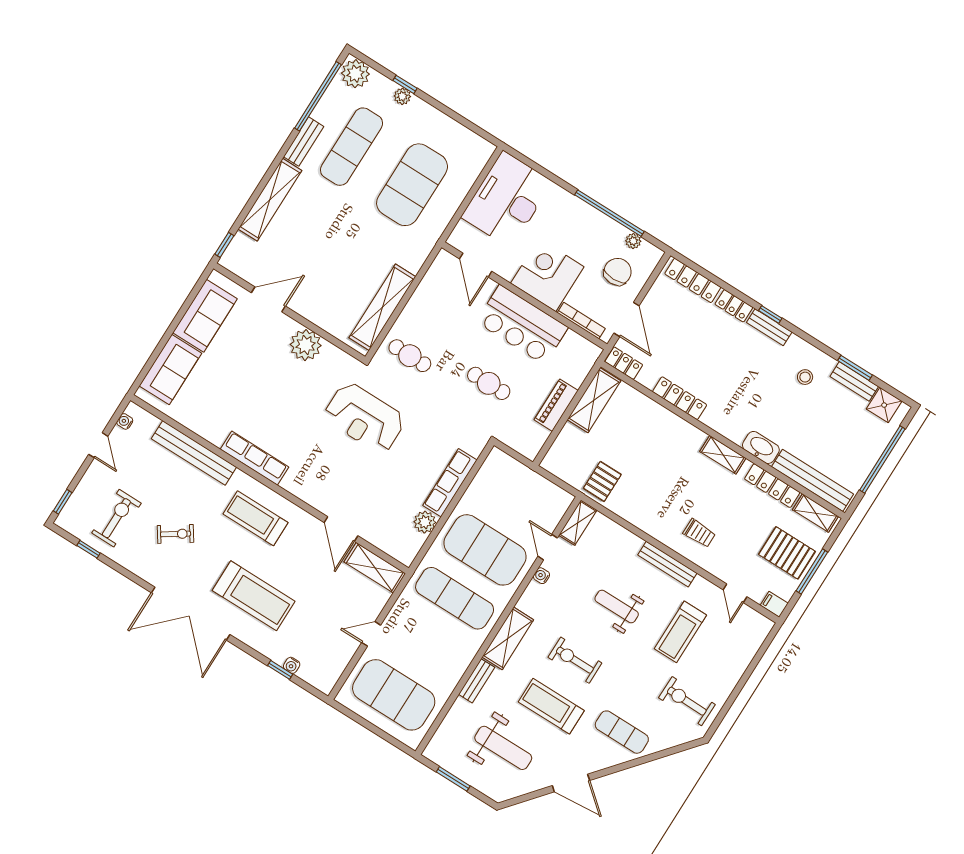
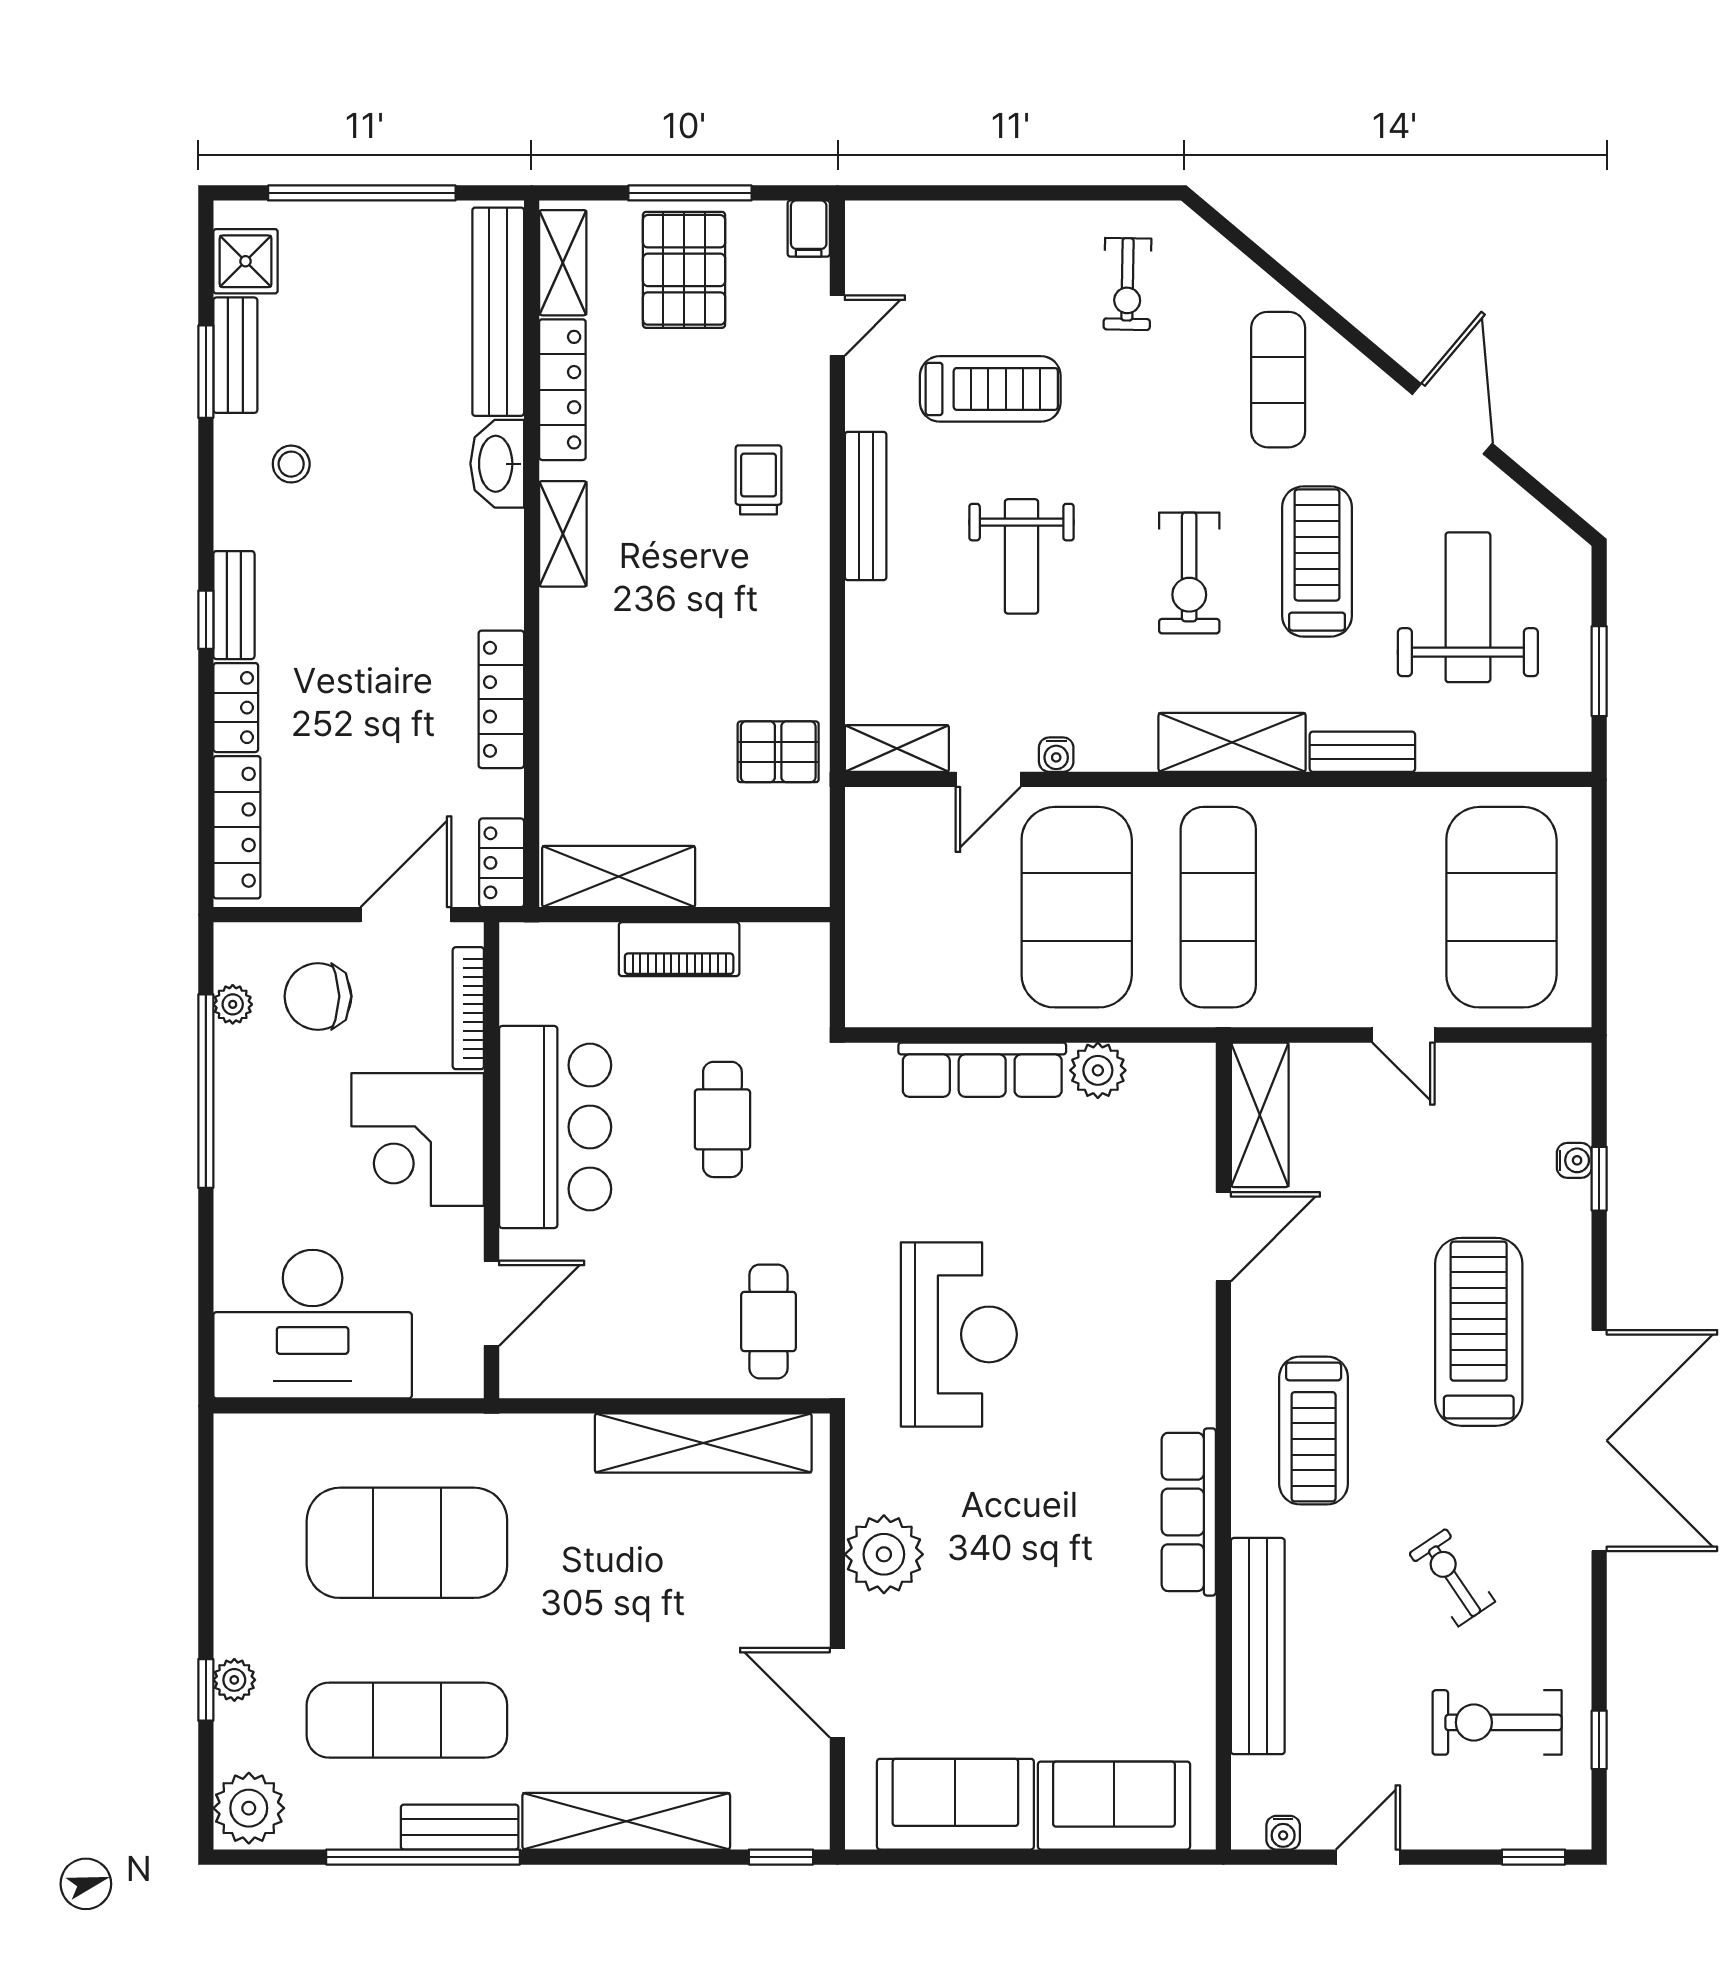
window: (318, 96) -> (423, 1857), moved
exercise bike: (687, 701) -> (1127, 284), width x0.73, depth x0.72
treadmill: (551, 706) -> (1317, 561), turned 180

